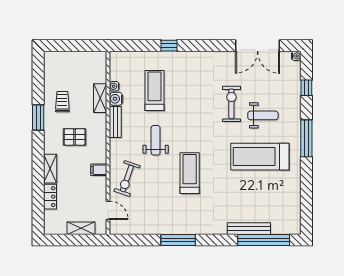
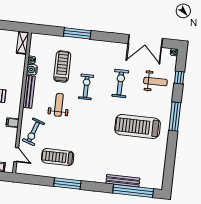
window: (169, 46) -> (77, 33), width x2.17
shelving: (100, 98) -> (23, 43), moved
exercise bike: (188, 113) -> (86, 87), added
weight bench: (263, 115) -> (155, 82), moved
bench: (115, 122) -> (29, 92), width x1.36
treadmill: (190, 173) -> (58, 157), moved, turned -90

